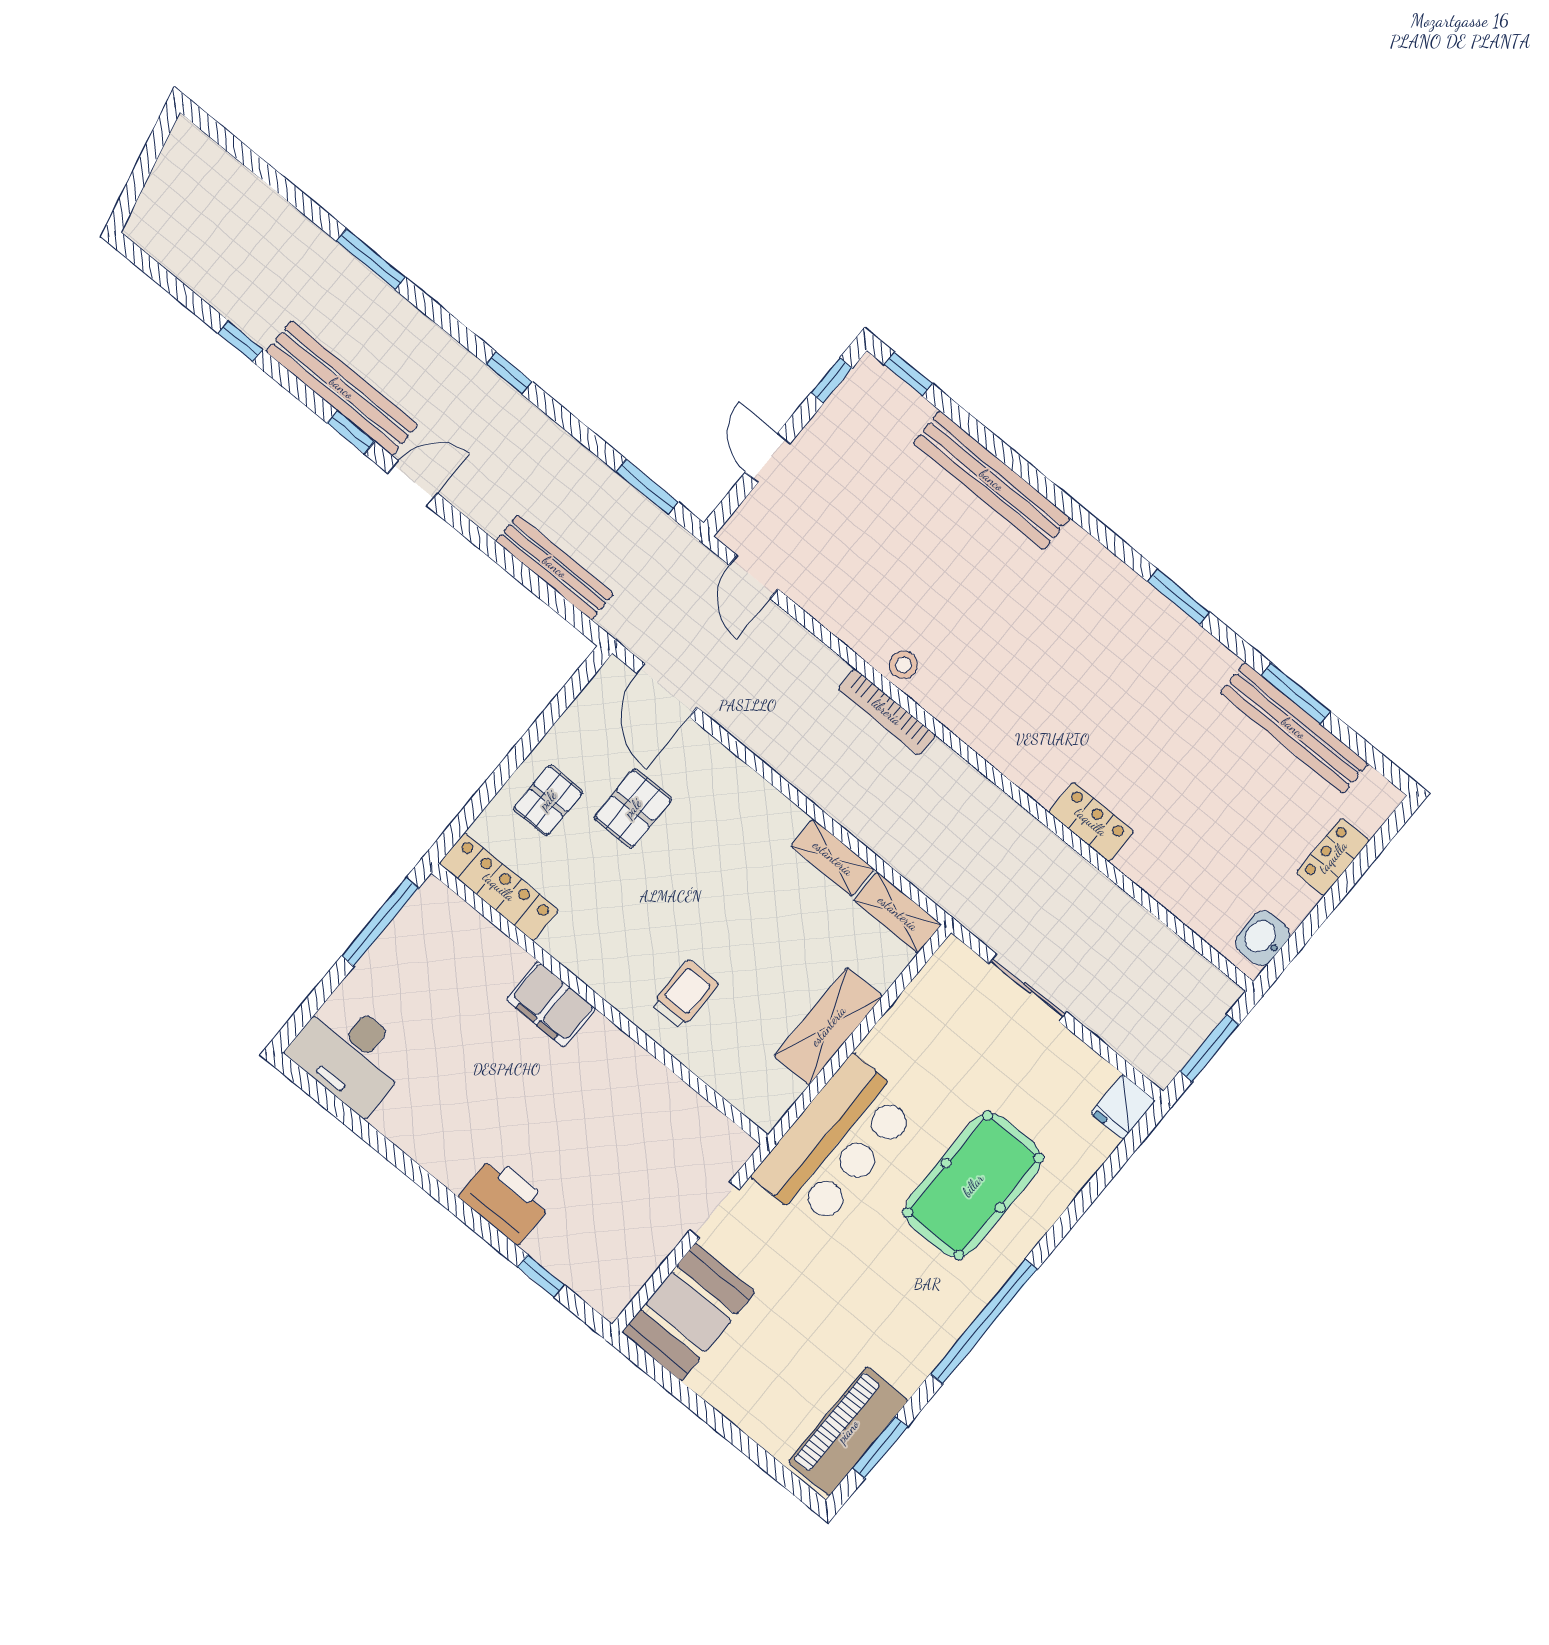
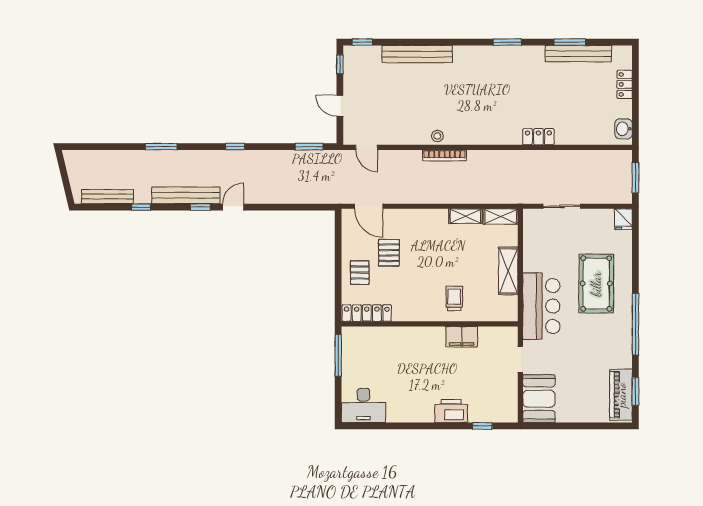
bench: (555, 567) -> (108, 197), moved
filing cabinet: (551, 1004) -> (462, 337), moved

